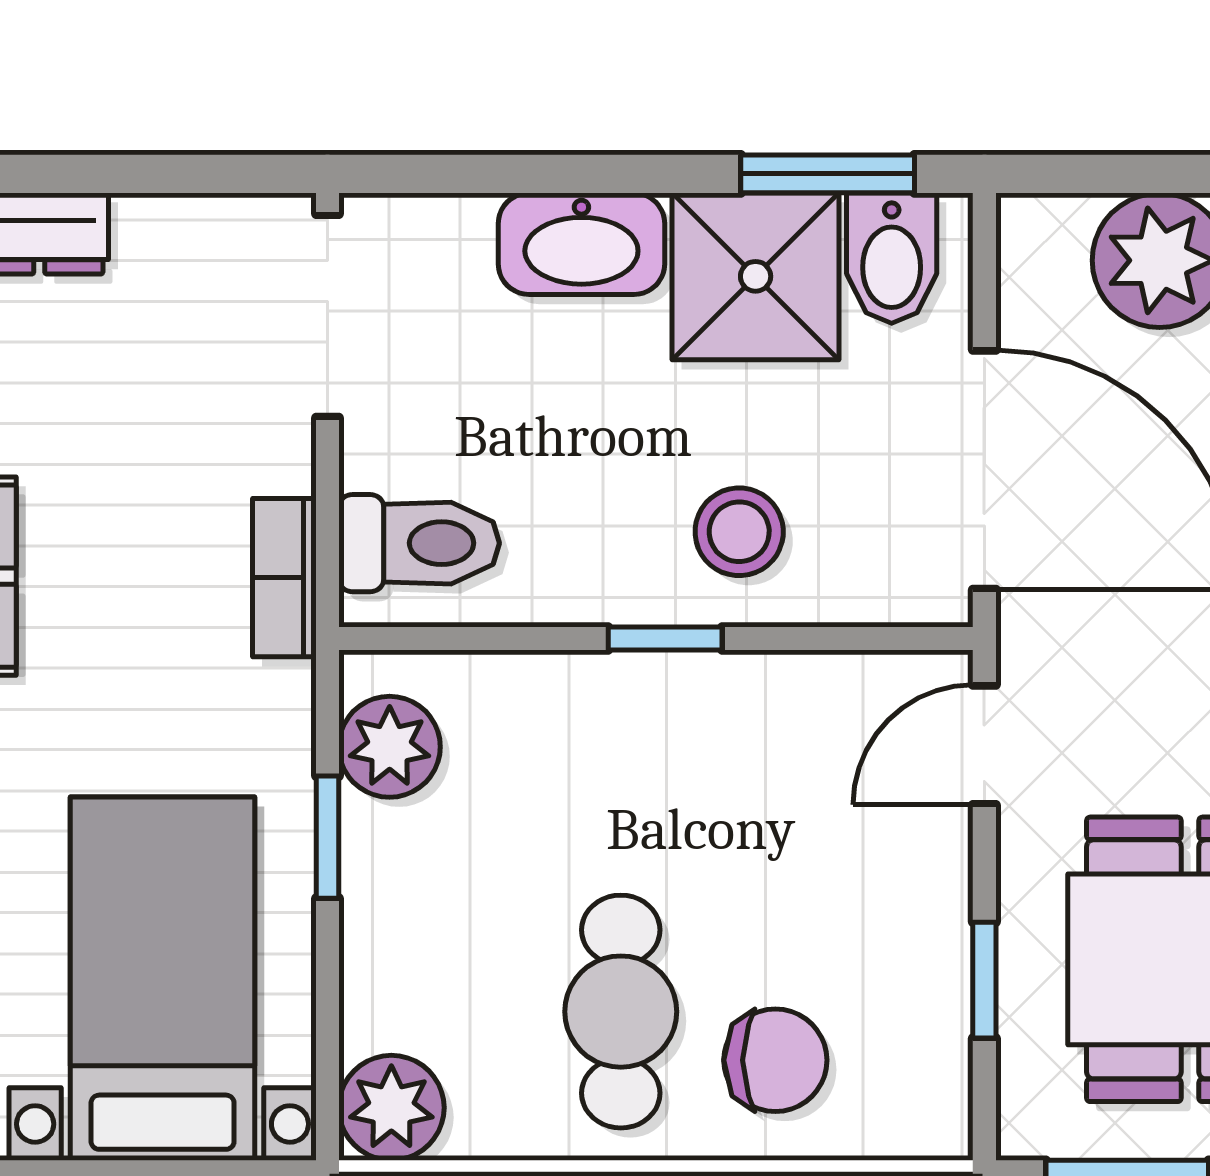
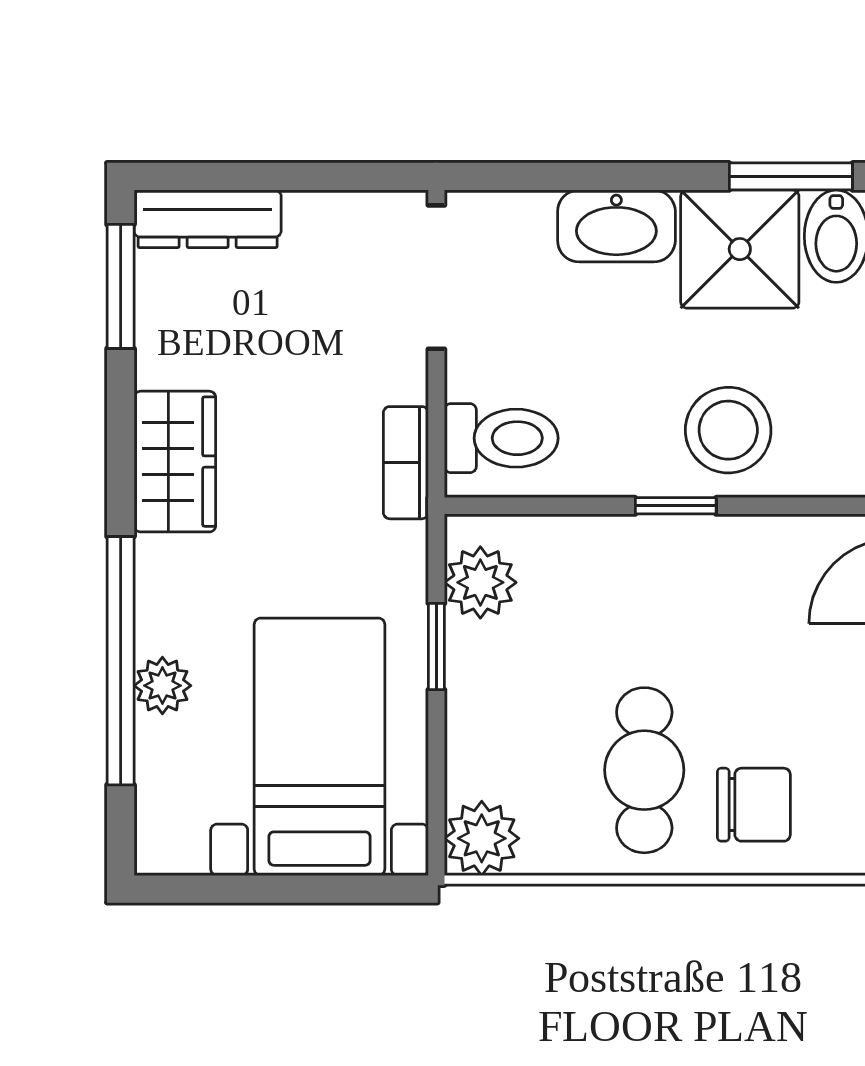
stool: (739, 532) -> (728, 430), width x1.38, depth x1.38

